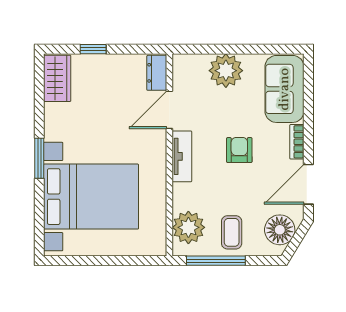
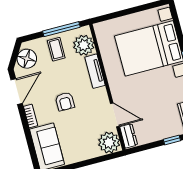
plant: (226, 71) -> (109, 143), moved
door: (169, 110) -> (115, 115), hinge flipped
tv unit: (182, 156) -> (95, 71), moved

